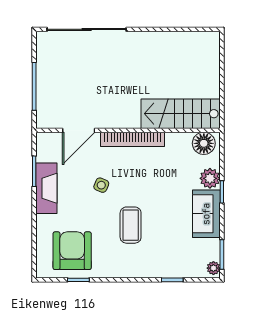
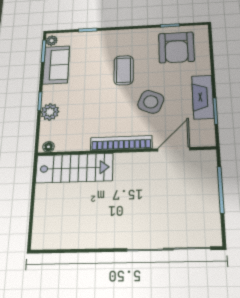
floor lamp: (204, 143) -> (48, 147), width x0.53, depth x0.53
side table: (101, 185) -> (151, 102), width x1.87, depth x1.87
sofa: (206, 214) -> (56, 65), moved

